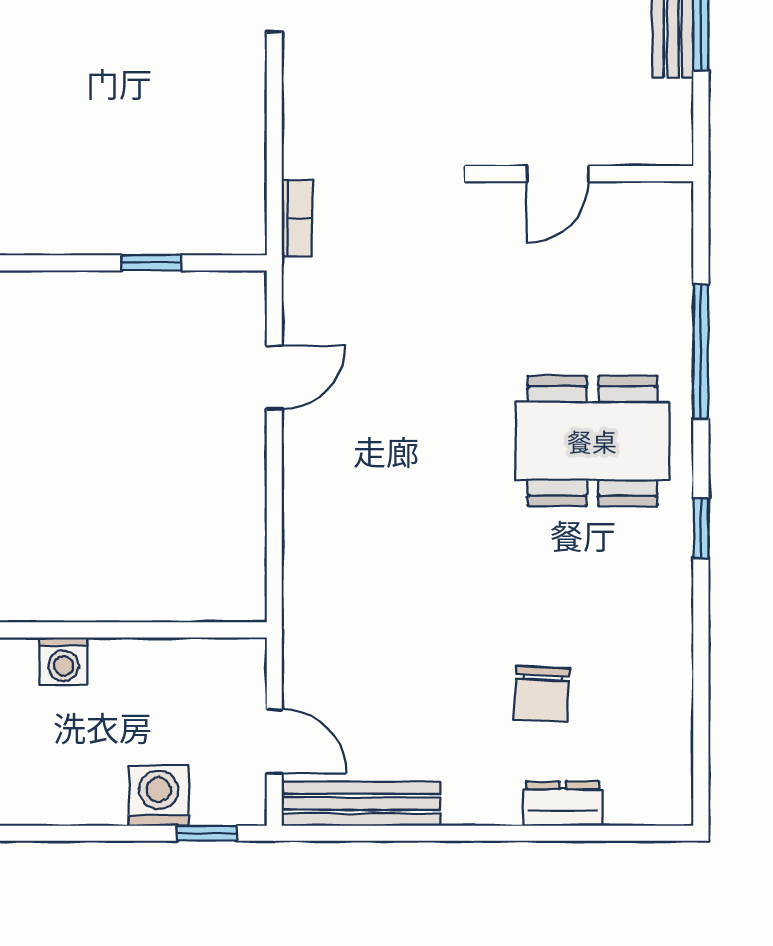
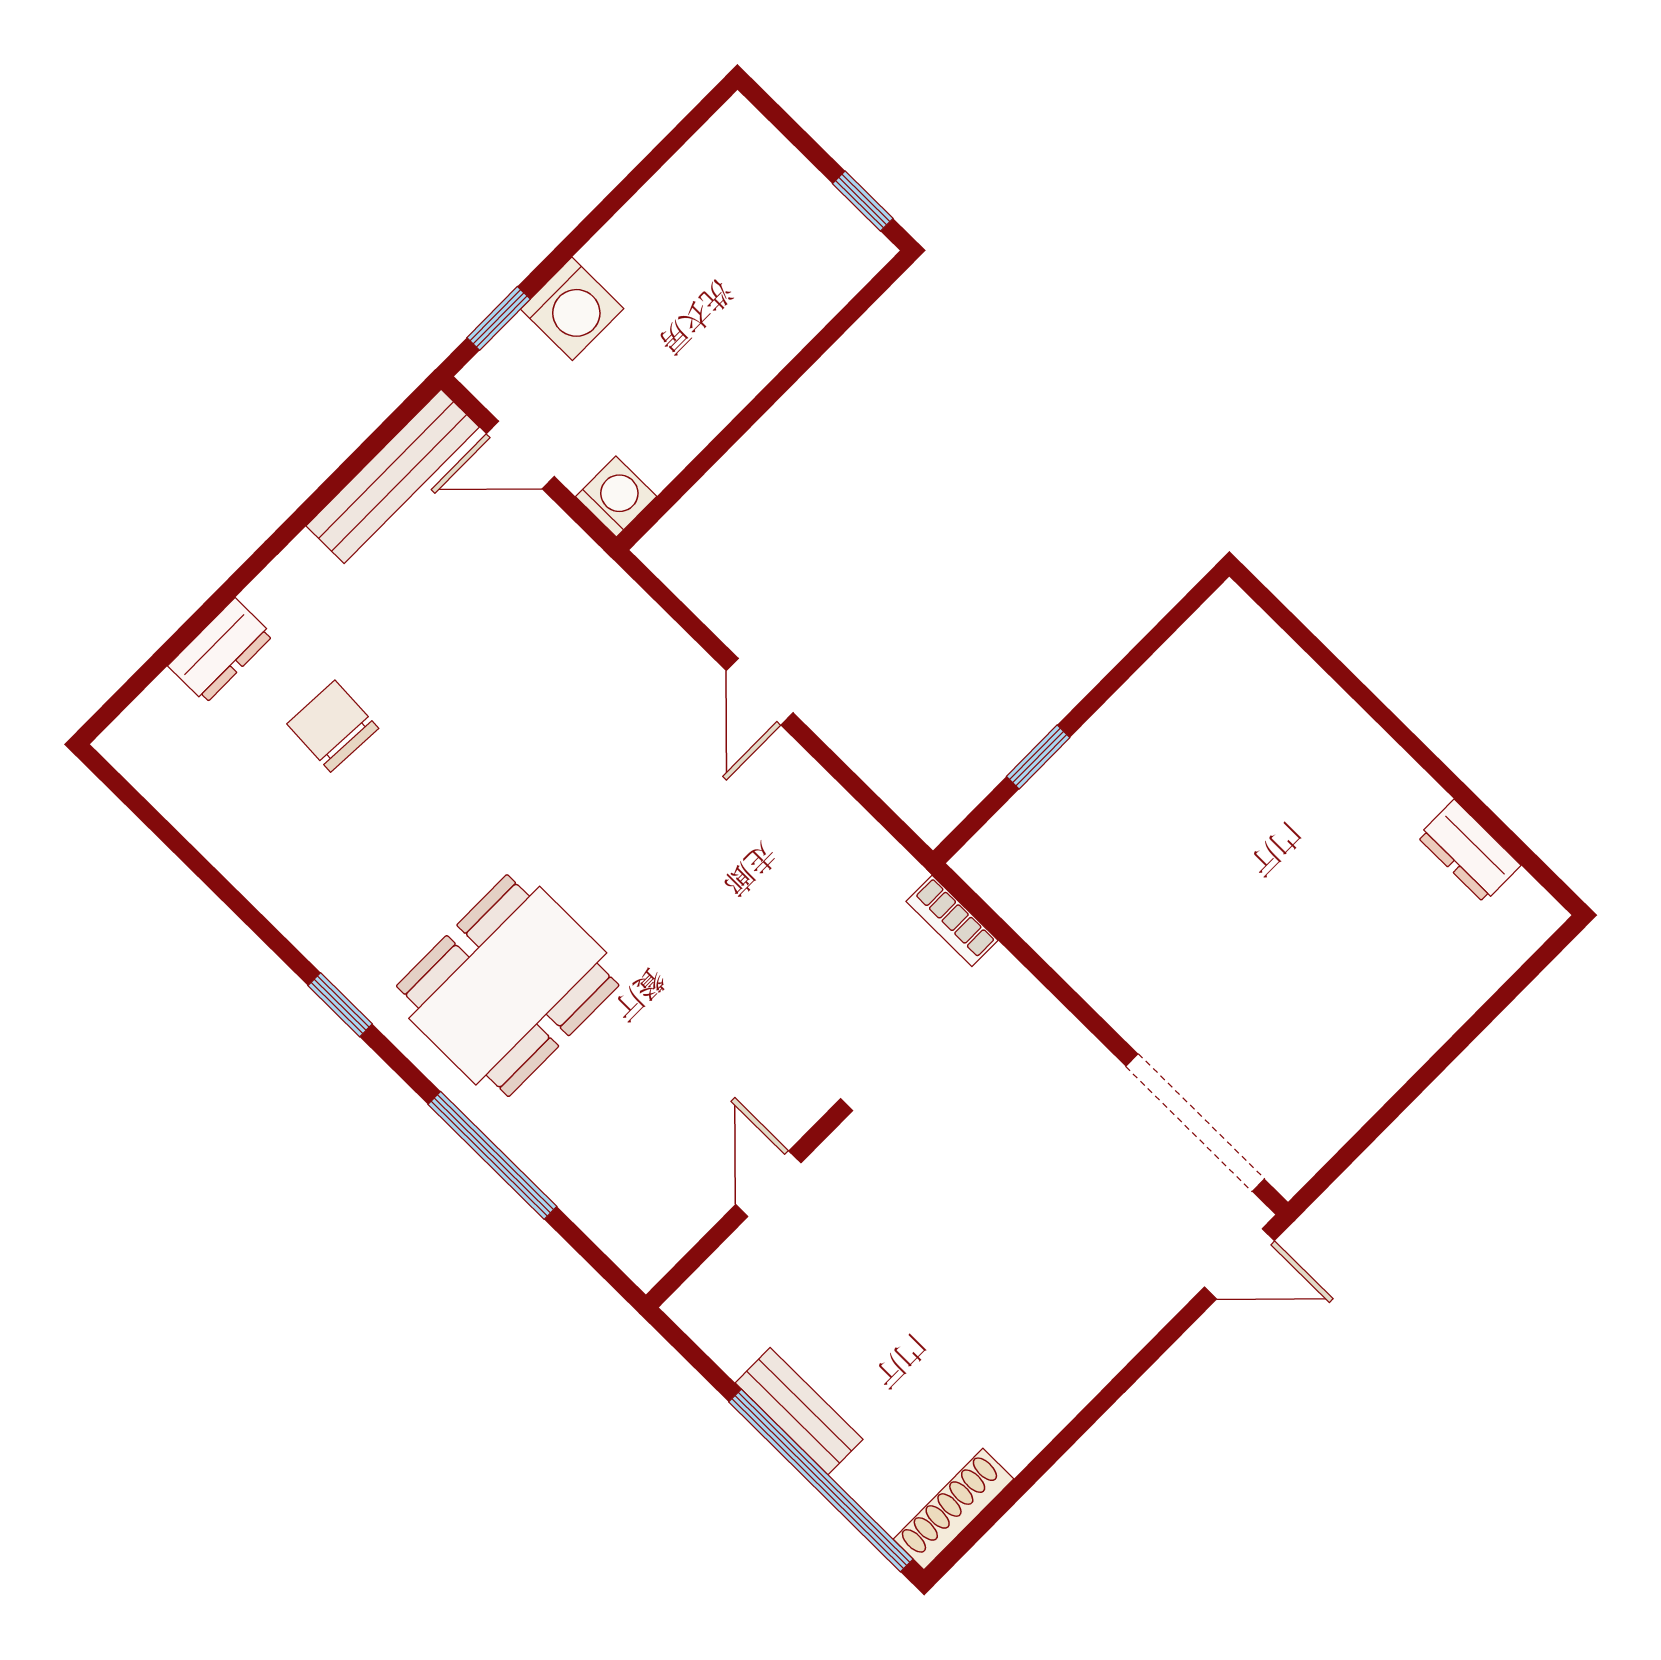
door: (274, 377) -> (760, 692), moved
washing machine: (63, 661) -> (616, 497), moved, turned 90

